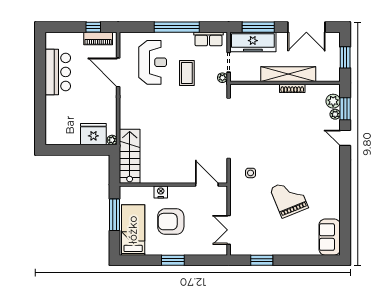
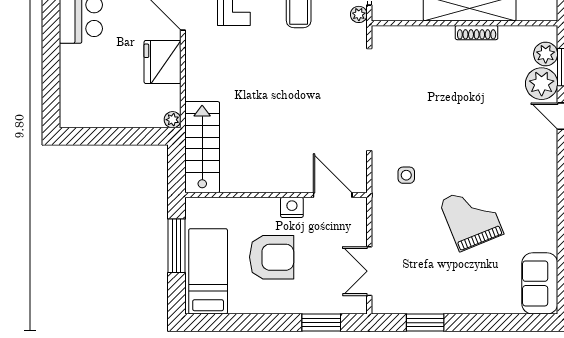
plant: (335, 114) -> (542, 84), width x1.87, depth x1.87
fridge: (93, 134) -> (162, 62), moved, turned -90
nightstand: (161, 192) -> (292, 207), moved
armchair: (171, 222) -> (272, 257), turned 180
window: (173, 260) -> (321, 323), moved

